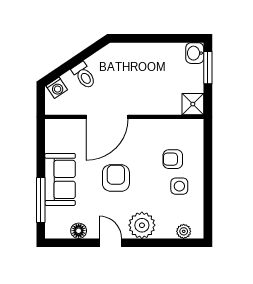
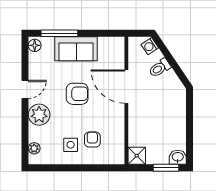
floor lamp: (79, 231) -> (35, 45), moved

